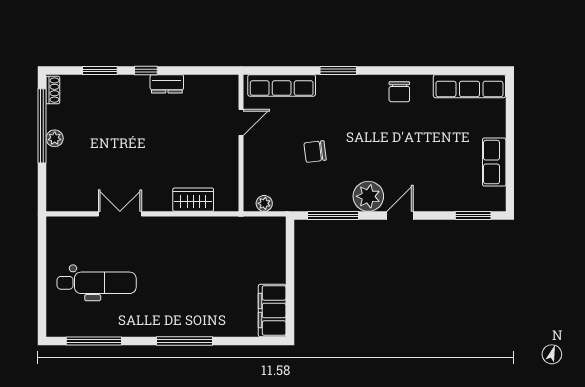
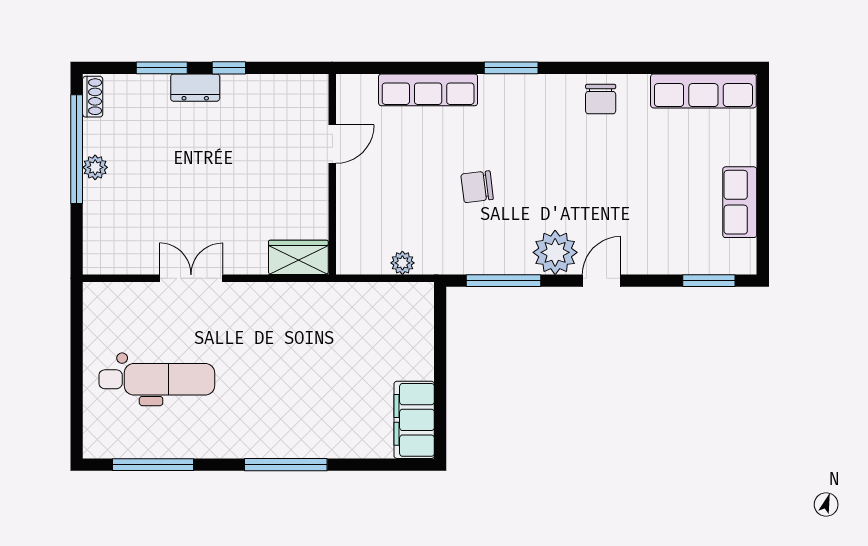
dresser: (167, 84) -> (195, 88), moved
door: (241, 122) -> (332, 144), moved
wall: (241, 143) -> (332, 174), moved

